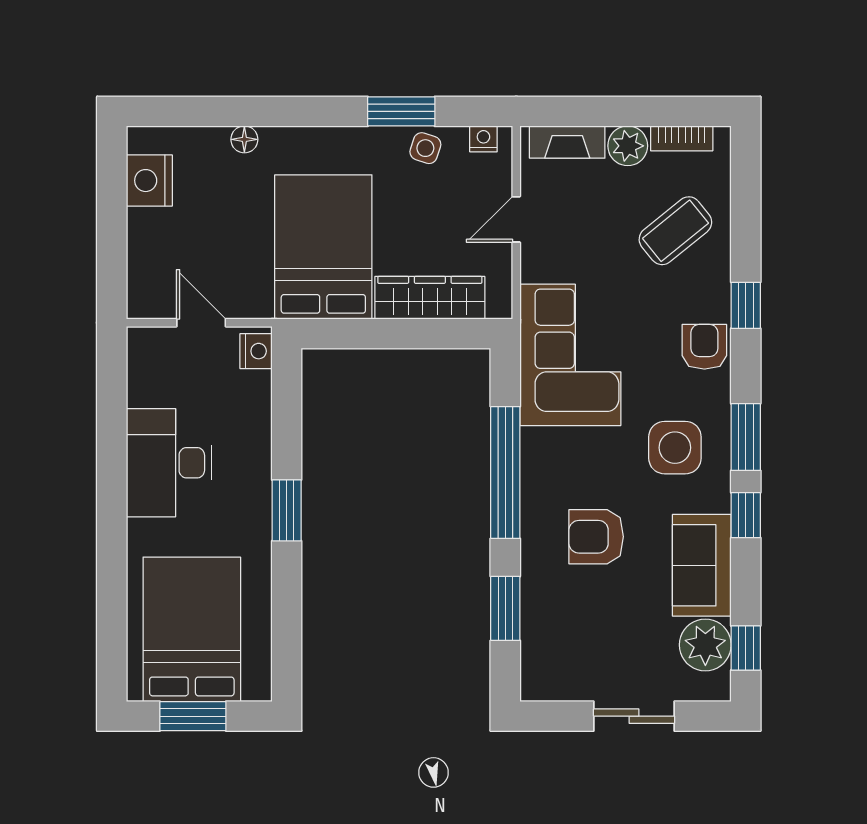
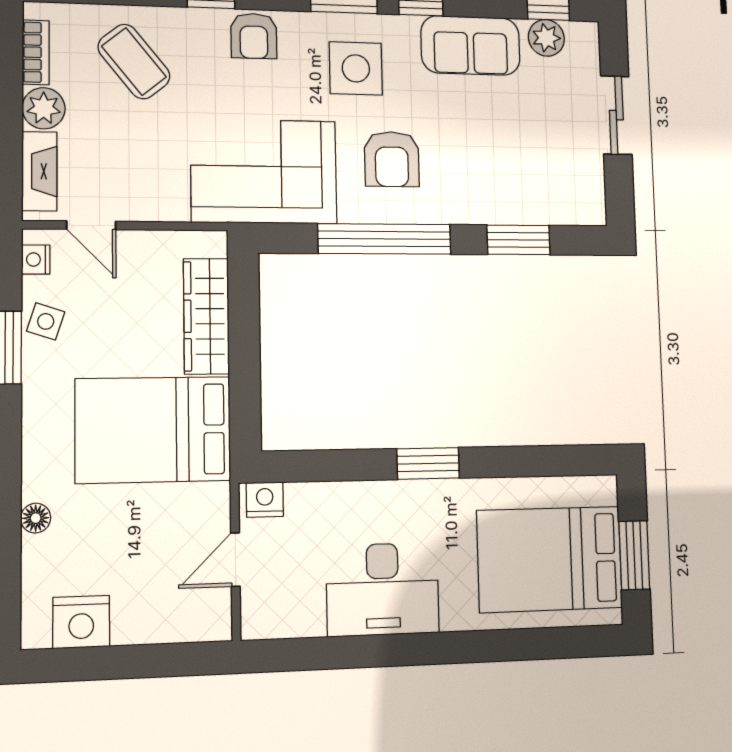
door: (516, 219) -> (91, 225), moved
armchair: (704, 347) -> (254, 36), turned -90
armchair: (596, 537) -> (392, 159), moved
plant: (705, 645) -> (546, 38), width x0.73, depth x0.73

